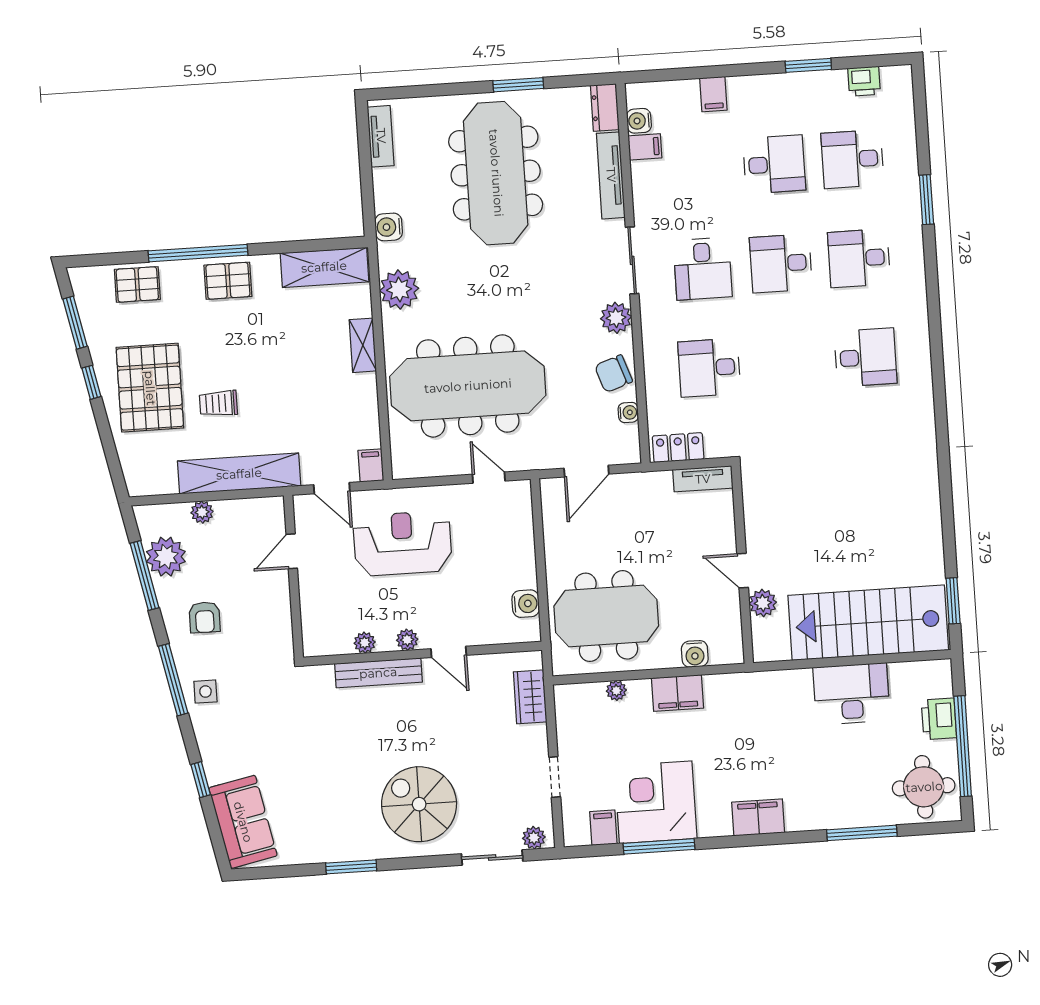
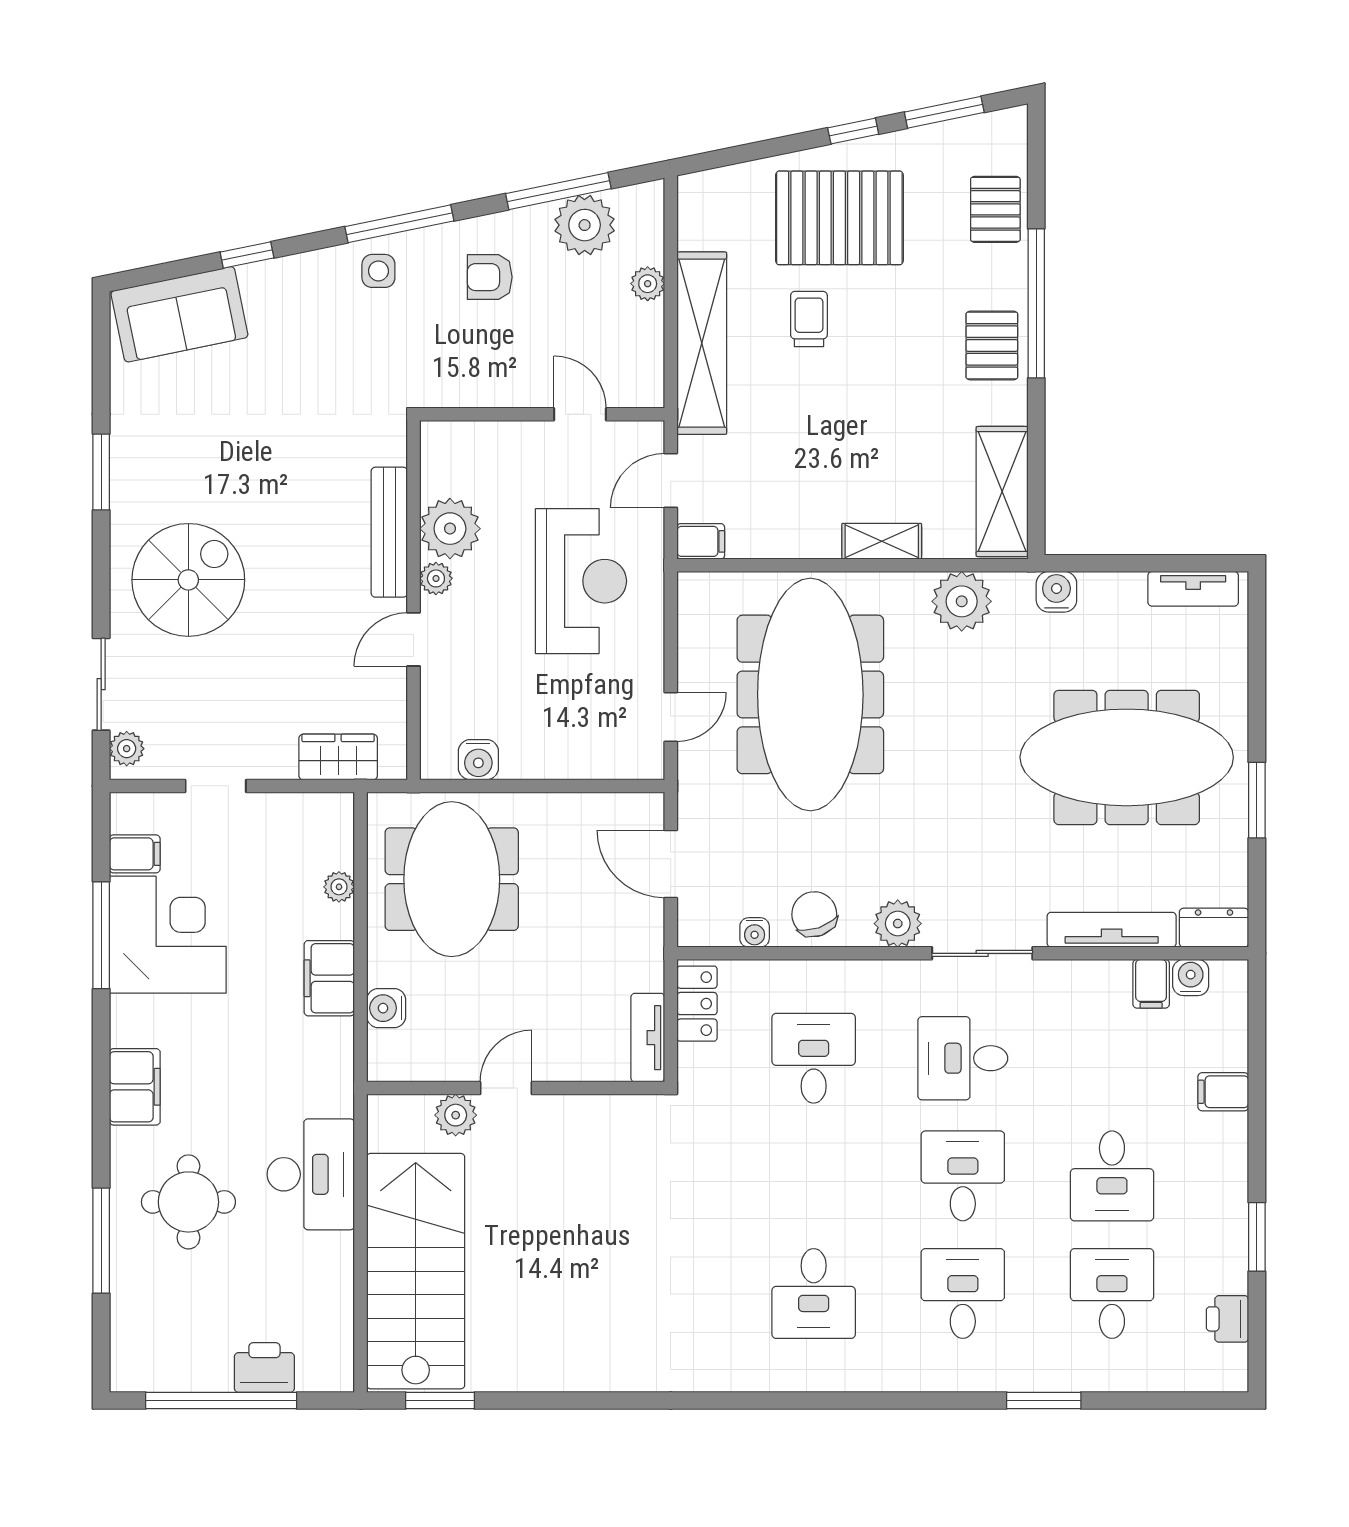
plant: (365, 643) -> (450, 529), width x1.88, depth x1.88
desk: (851, 694) -> (311, 1174), moved
round table: (924, 787) -> (188, 1202), moved

